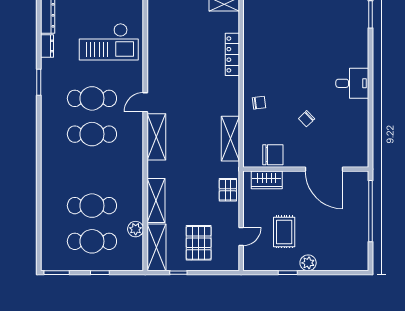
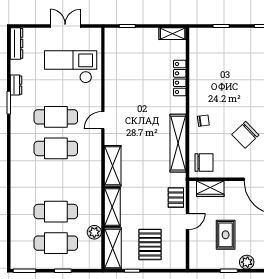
checkout: (109, 42) -> (71, 67), turned 180
dresser: (47, 46) -> (16, 85), moved
chair: (307, 119) -> (245, 135), width x1.87, depth x1.87
shelving: (156, 137) -> (113, 166), moved
shelving: (230, 139) -> (178, 143), width x1.47
chair: (273, 155) -> (204, 163), moved
door: (241, 237) -> (188, 221), moved

